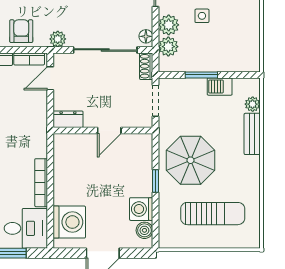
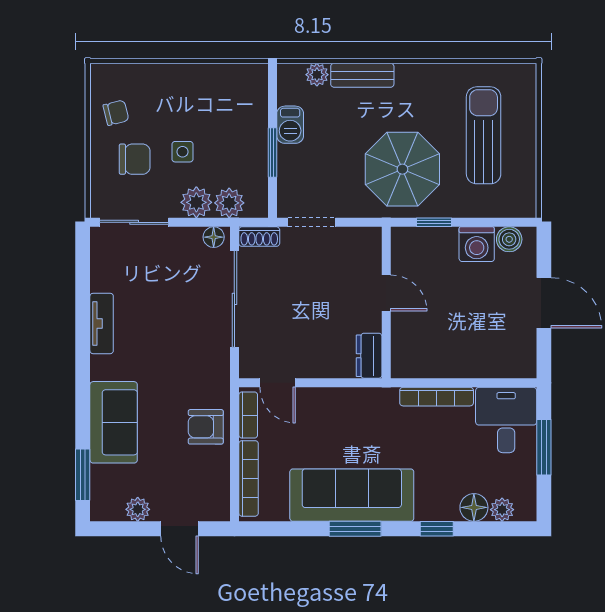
plant: (58, 39) -> (218, 371), removed
dresser: (68, 119) -> (369, 356), moved
wall: (103, 130) -> (386, 303), moved
door: (109, 130) -> (386, 293), moved
washing machine: (69, 222) -> (497, 354), removed

